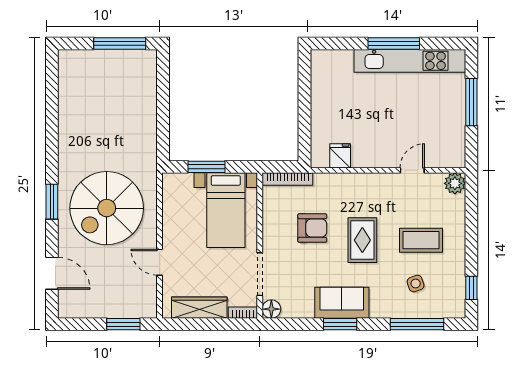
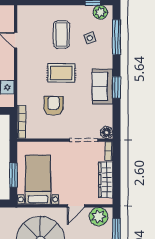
plant: (455, 183) -> (100, 12), moved
bed with nightstands: (226, 210) -> (38, 180), moved, turned -90
plant: (143, 297) -> (99, 217), added

